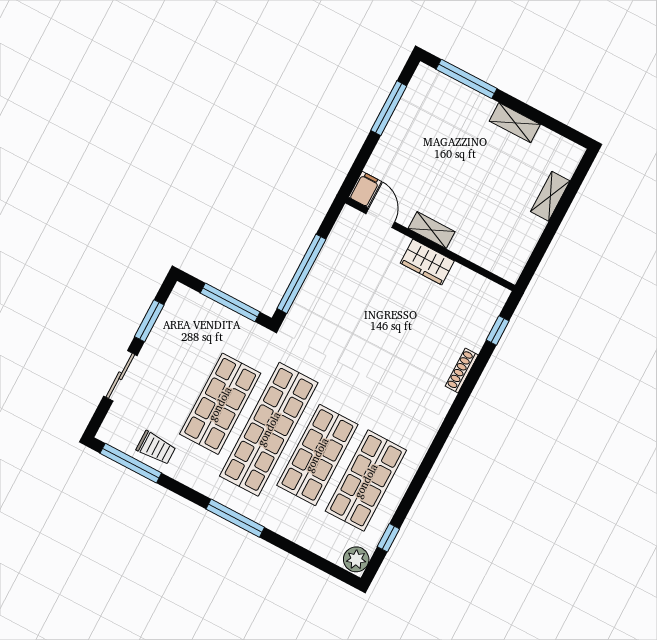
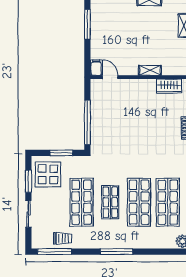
shelving: (432, 230) -> (150, 70), moved
wardrobe: (427, 262) -> (169, 86), moved
window: (230, 302) -> (61, 153), width x0.69
display table: (188, 327) -> (48, 174), added
shop shelf: (269, 429) -> (110, 202), width x0.50, depth x0.74

